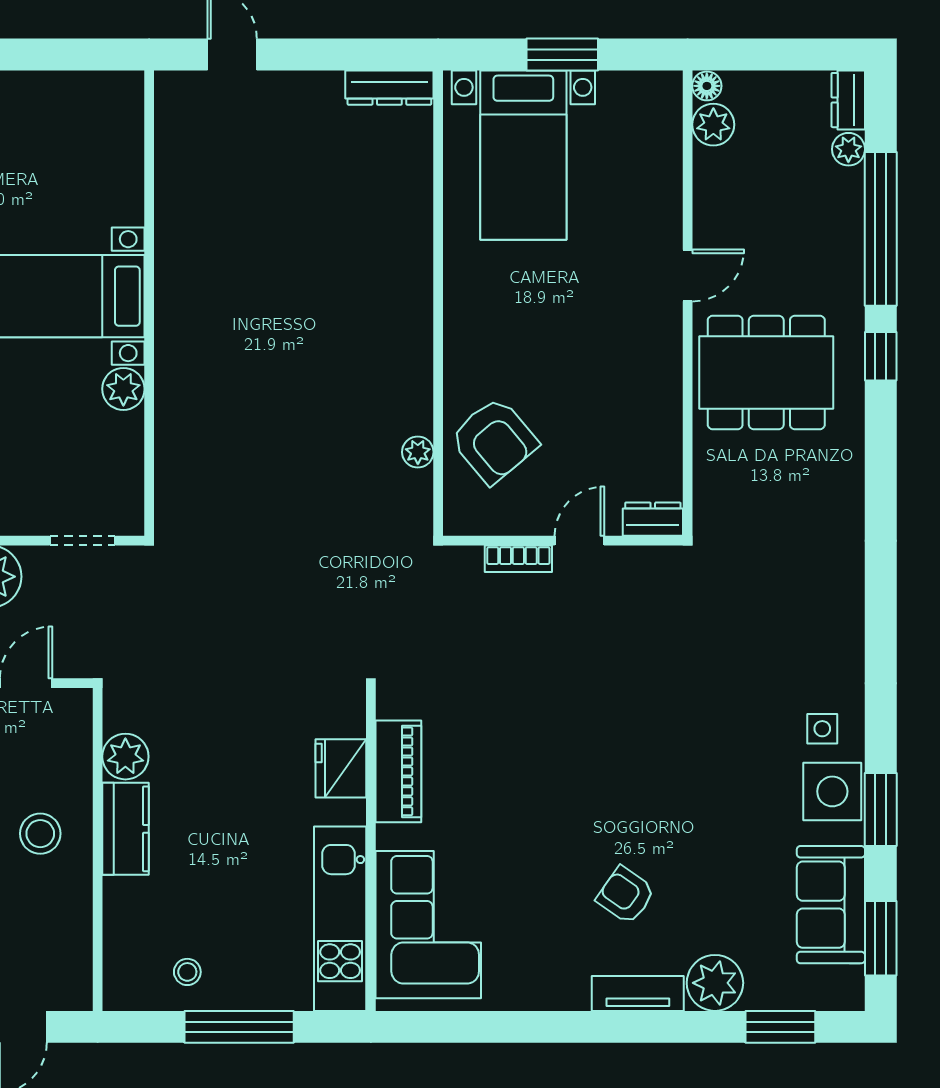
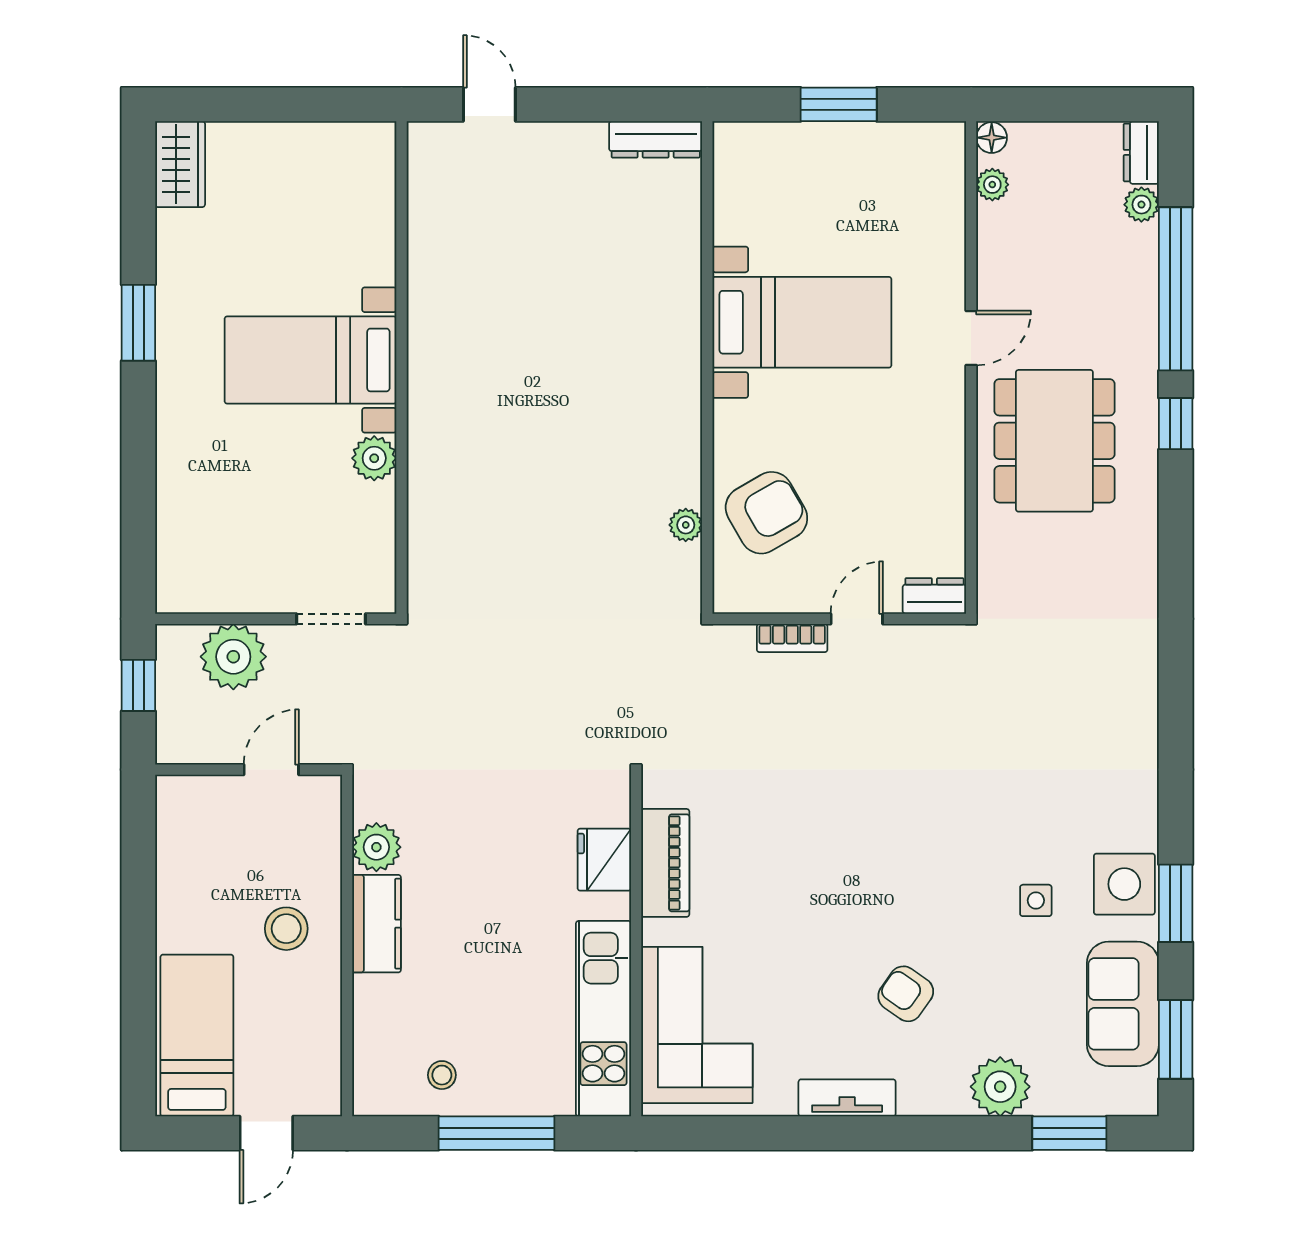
plant: (713, 125) -> (992, 185), width x0.73, depth x0.73
bed with nightstands: (523, 155) -> (802, 322), moved, turned -90
dining table: (766, 372) -> (1054, 441), turned 90
armchair: (494, 441) -> (766, 513), turned -80
side table: (822, 729) -> (1036, 900), moved
tv unit: (638, 993) -> (847, 1098), moved

